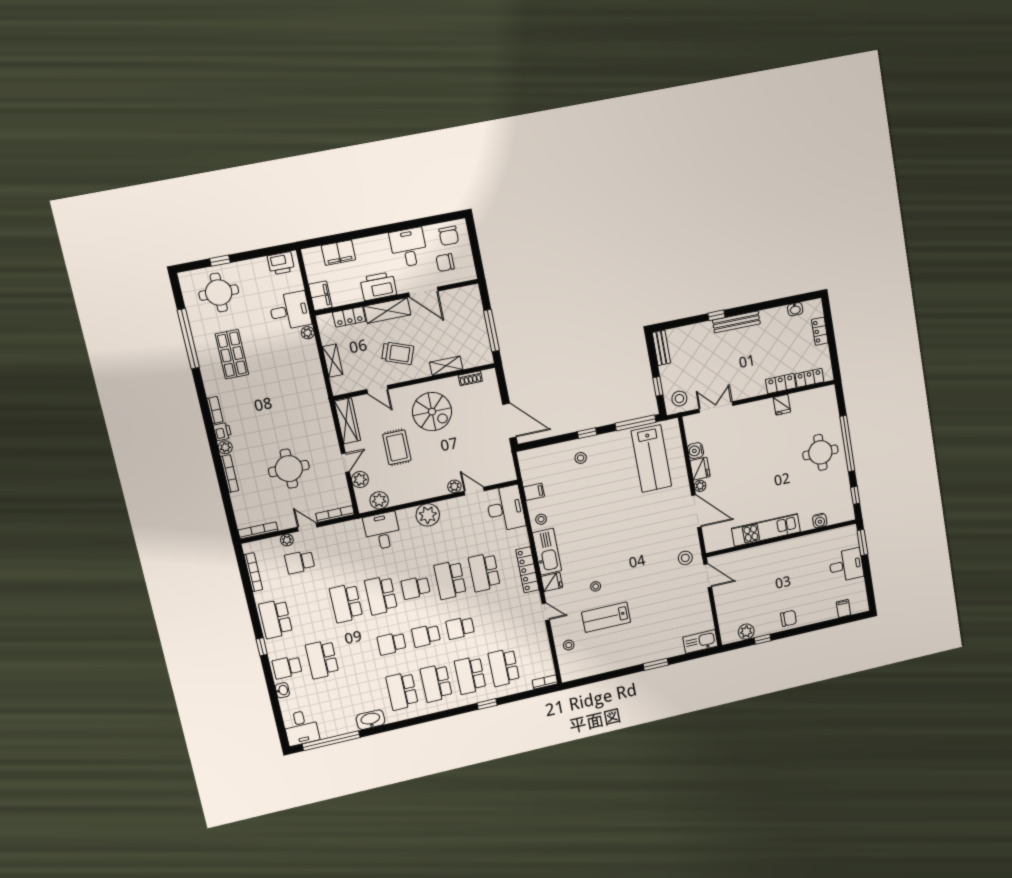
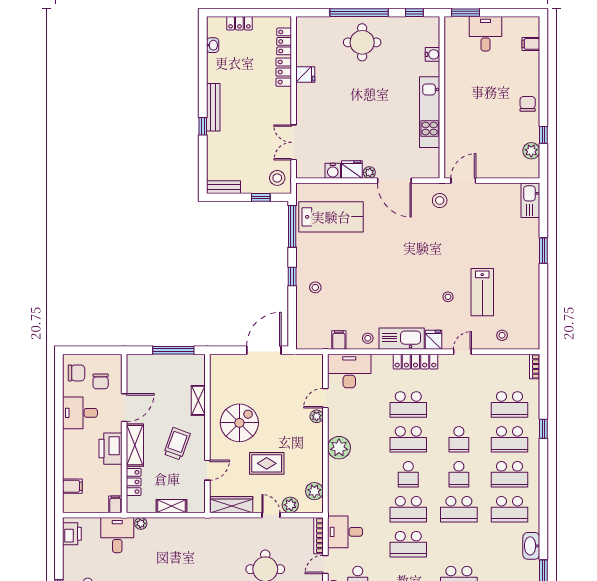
filing cabinet: (338, 253) -> (72, 486), width x0.50
filing cabinet: (320, 296) -> (115, 504), width x0.50
shoe rack: (470, 378) -> (215, 380), removed
door: (696, 511) -> (394, 181), swing flipped
desk: (382, 531) -> (345, 532), moved
school desk: (392, 643) -> (459, 509), width x1.85

